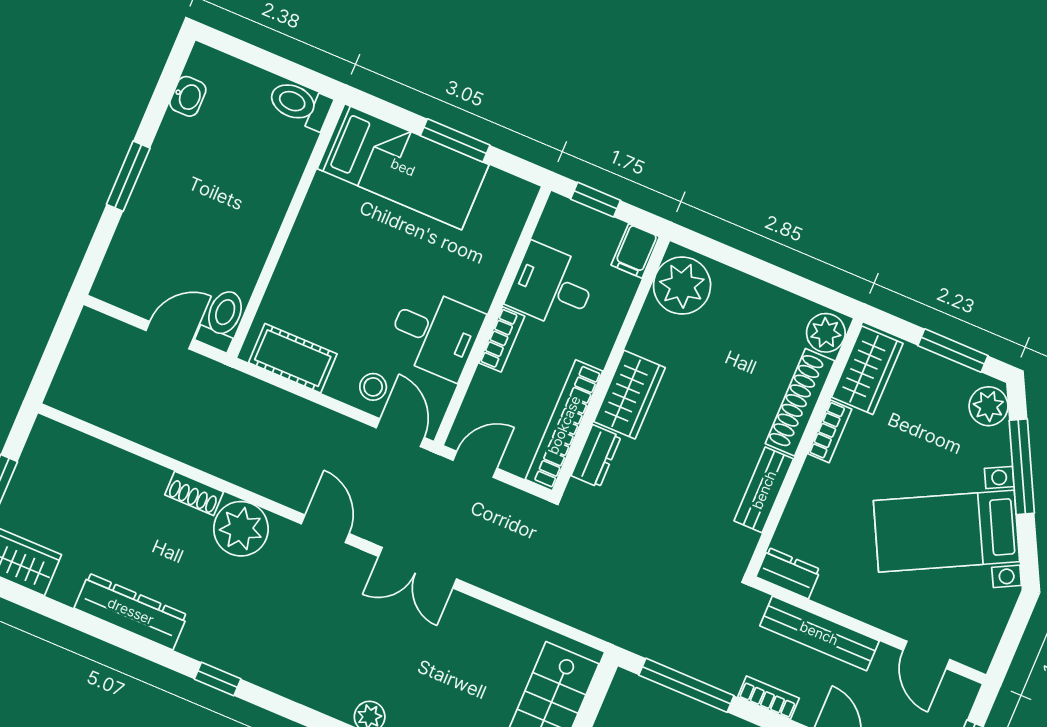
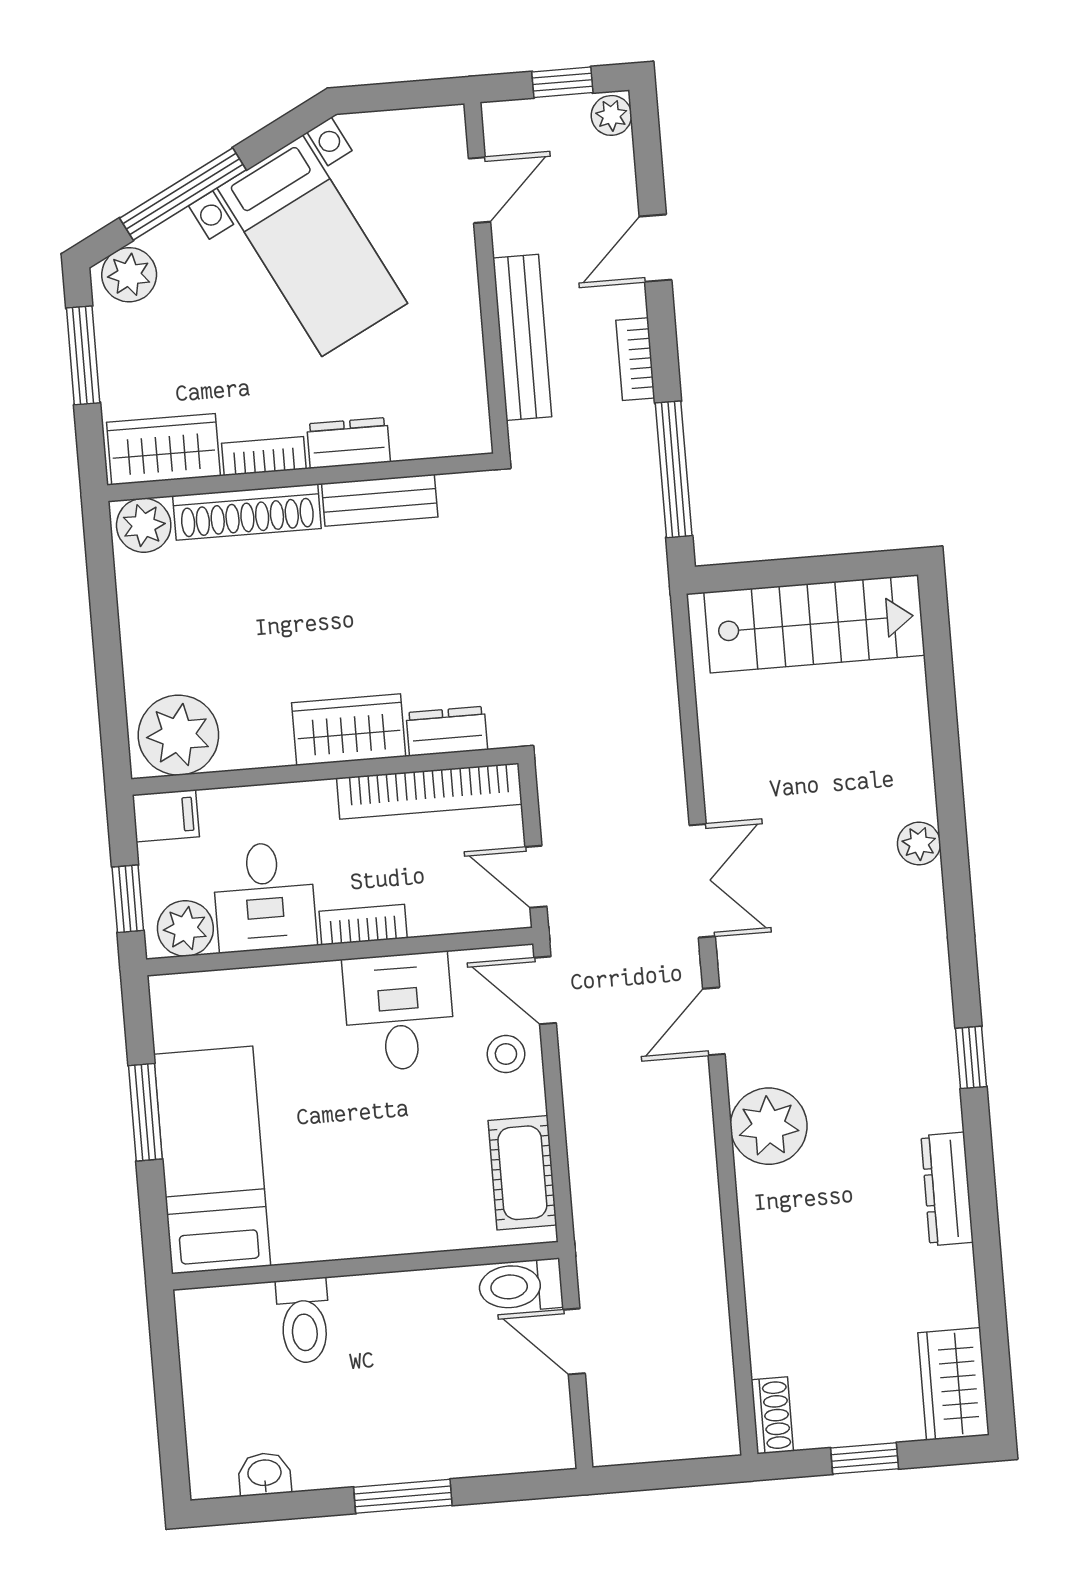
toilet: (300, 104) -> (304, 1321), moved
plant: (558, 226) -> (185, 928), added
door: (400, 433) -> (545, 990), hinge flipped
shoe rack: (194, 493) -> (772, 1415), moved
dresser: (788, 573) -> (348, 443), moved, turned 90
dresser: (131, 611) -> (947, 1189), width x0.73, depth x0.80

